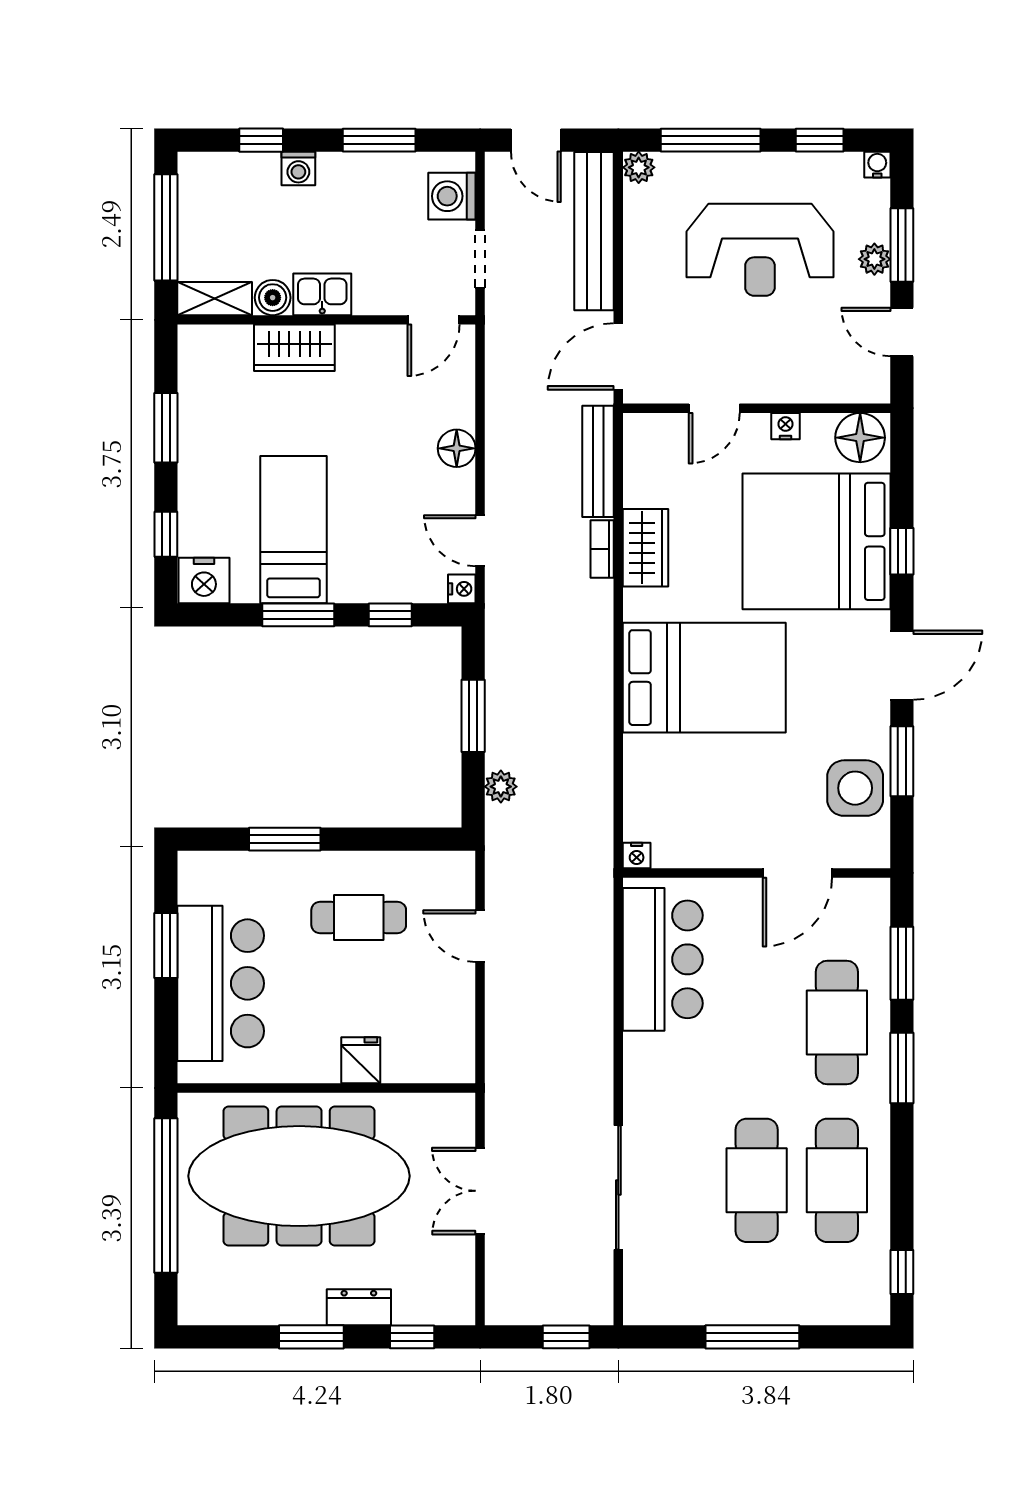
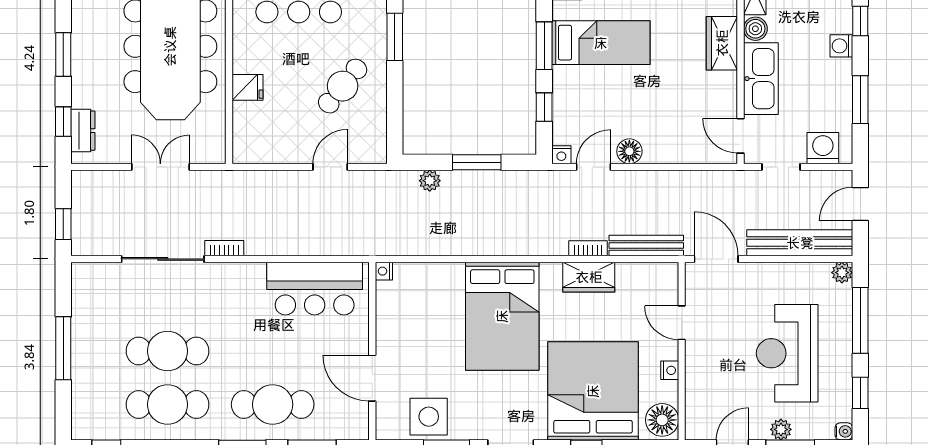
kitchen sink: (322, 294) -> (761, 79), width x1.88, depth x1.24
floor lamp: (457, 448) -> (629, 151), moved
cafe table: (359, 917) -> (343, 86), turned 39
bookcase: (602, 1095) -> (224, 248), added
dresser: (359, 1307) -> (83, 131), moved

